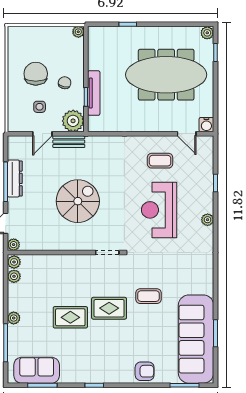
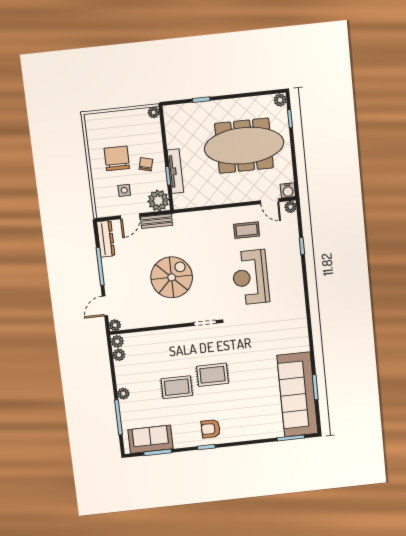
dresser: (15, 178) -> (106, 239), moved
plant: (208, 220) -> (291, 207), moved
coffee table: (148, 296) -> (249, 360), removed
armchair: (145, 371) -> (211, 429), moved, turned 180

